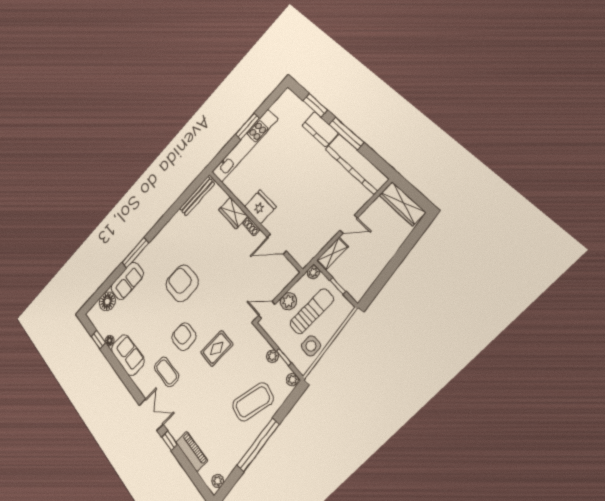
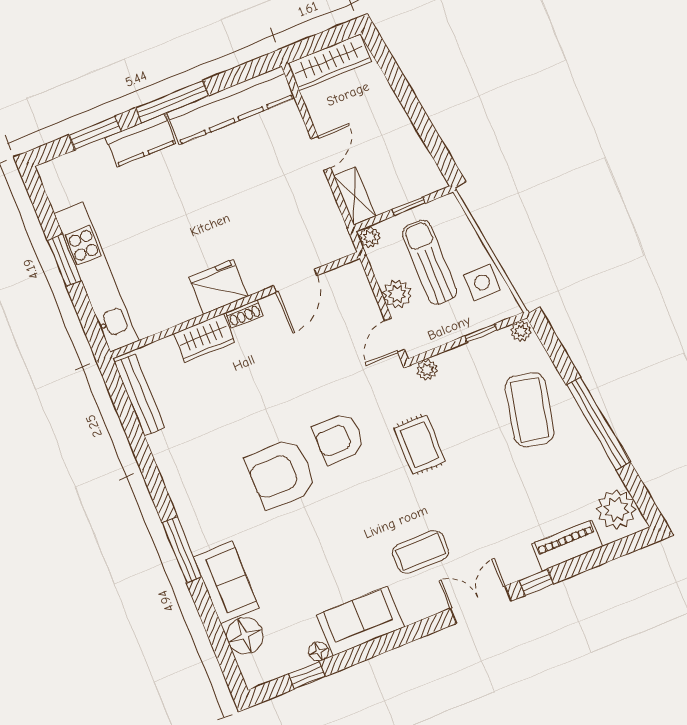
armchair: (184, 337) -> (339, 438), moved
plant: (272, 356) -> (427, 370), moved
plant: (218, 481) -> (616, 509), width x1.87, depth x1.87

